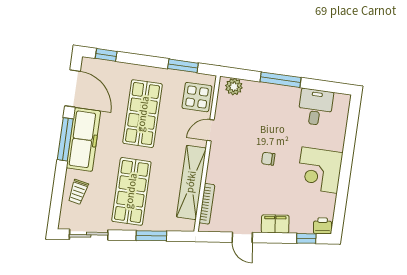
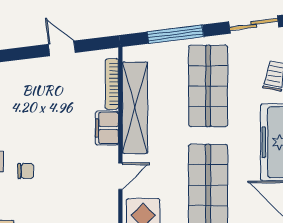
chair: (268, 159) -> (26, 171), moved
filing cabinet: (275, 224) -> (107, 128), moved, turned 97
window: (151, 236) -> (175, 34), width x1.44

